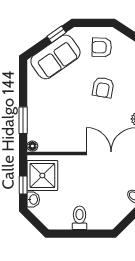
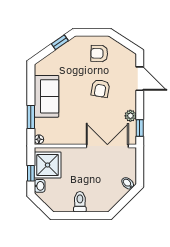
sofa: (55, 57) -> (46, 96), moved, turned -55

